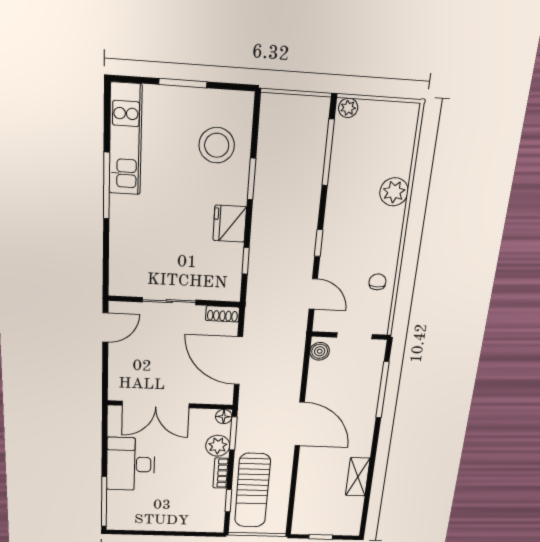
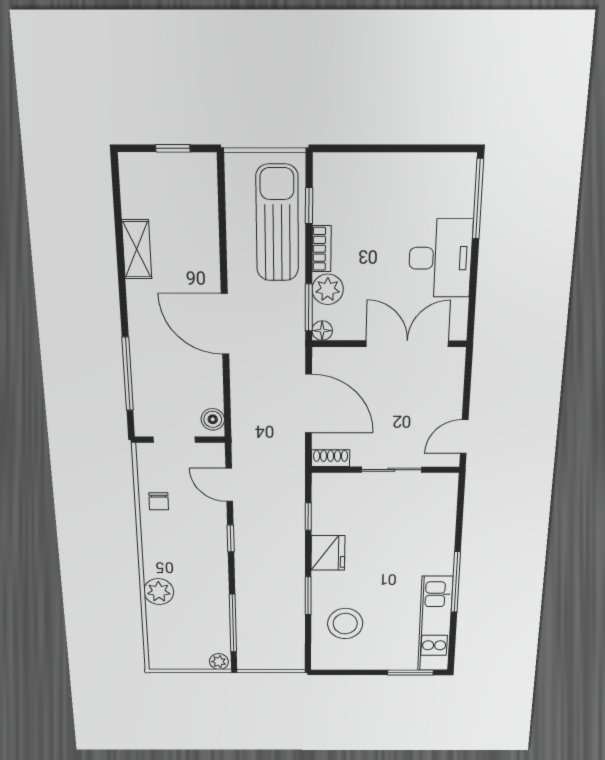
window: (183, 83) -> (410, 673), moved

